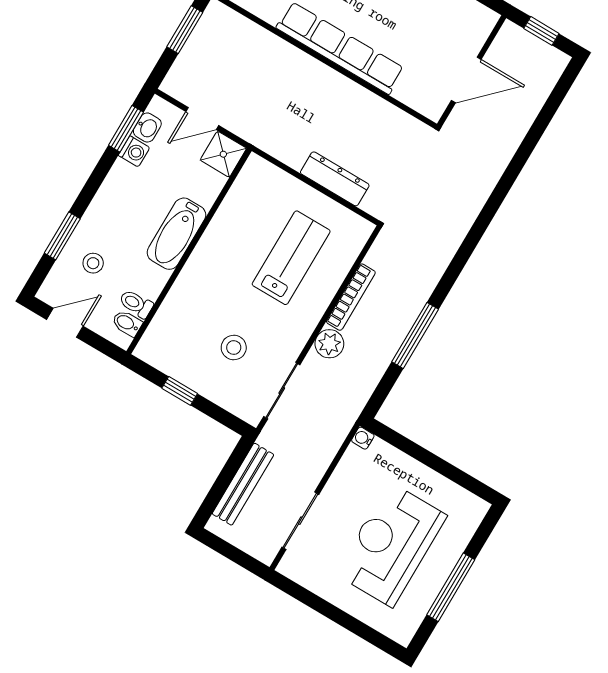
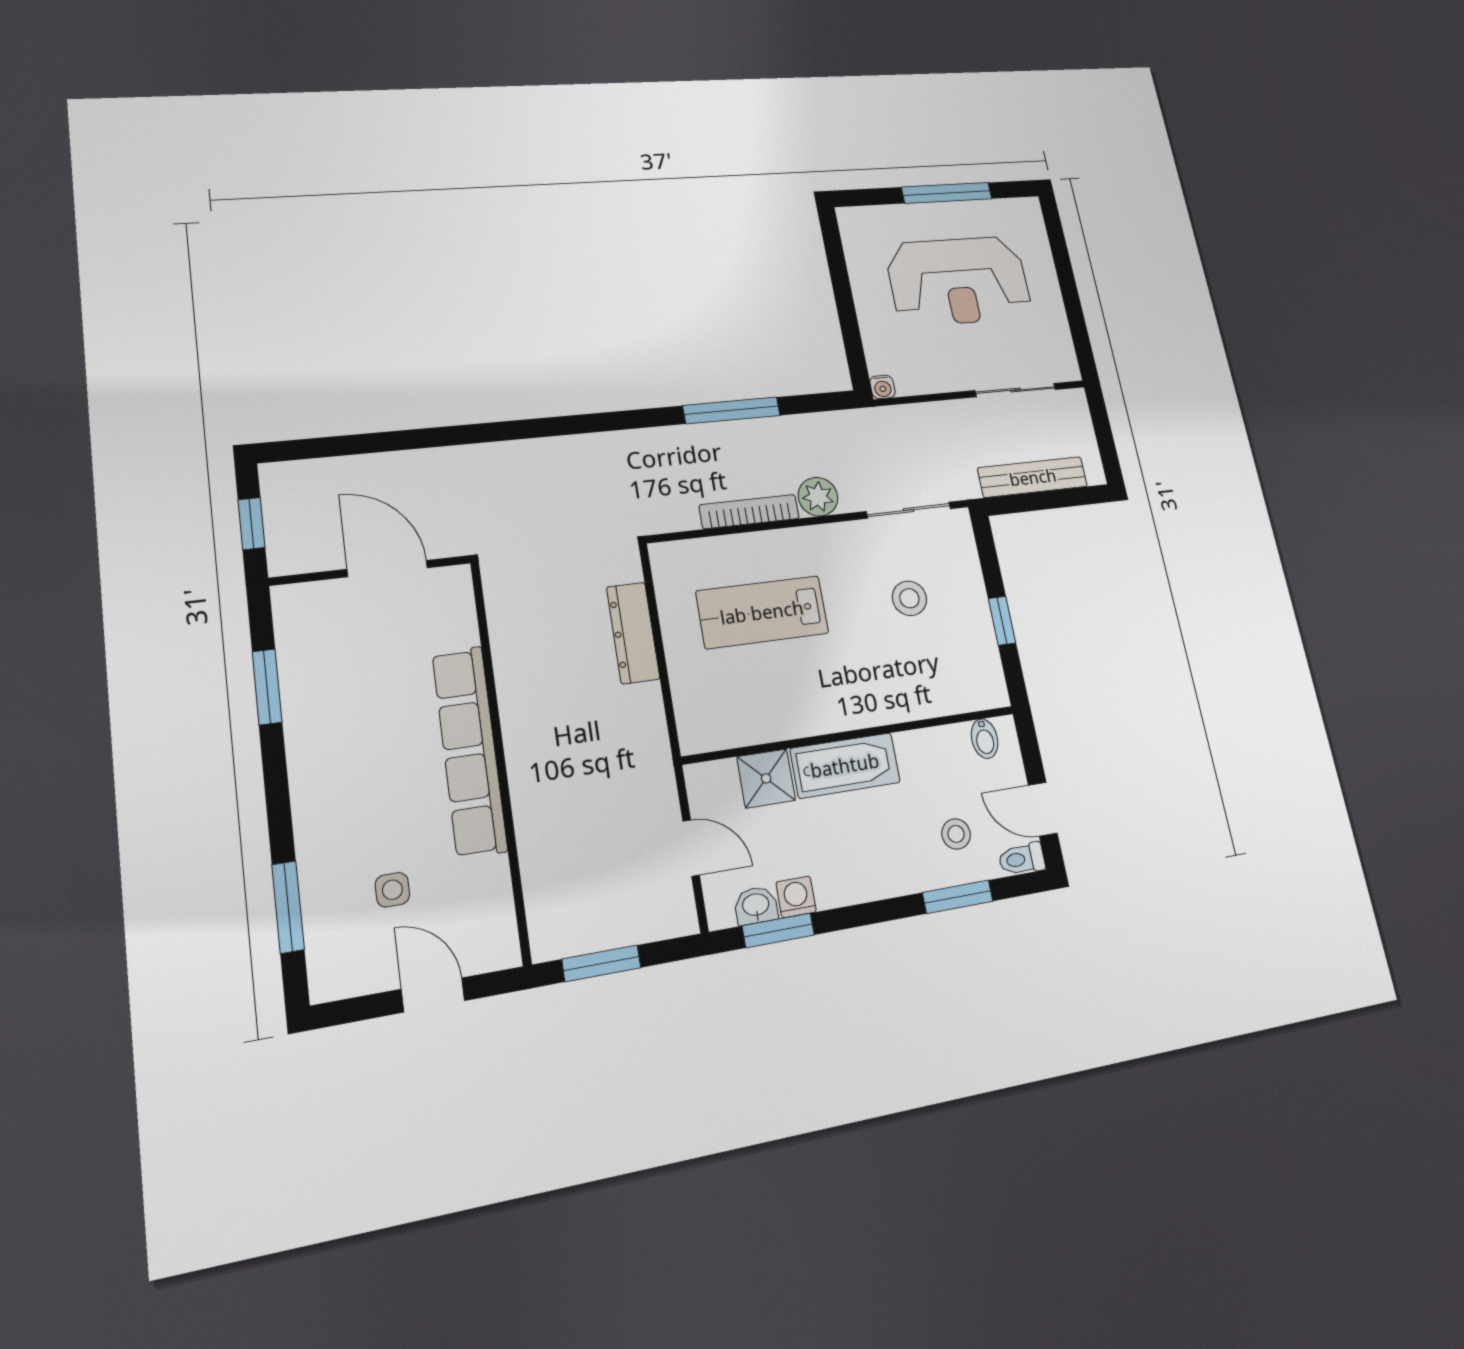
shower: (223, 154) -> (766, 778), moved
toilet: (136, 304) -> (1022, 859), moved, turned 90

